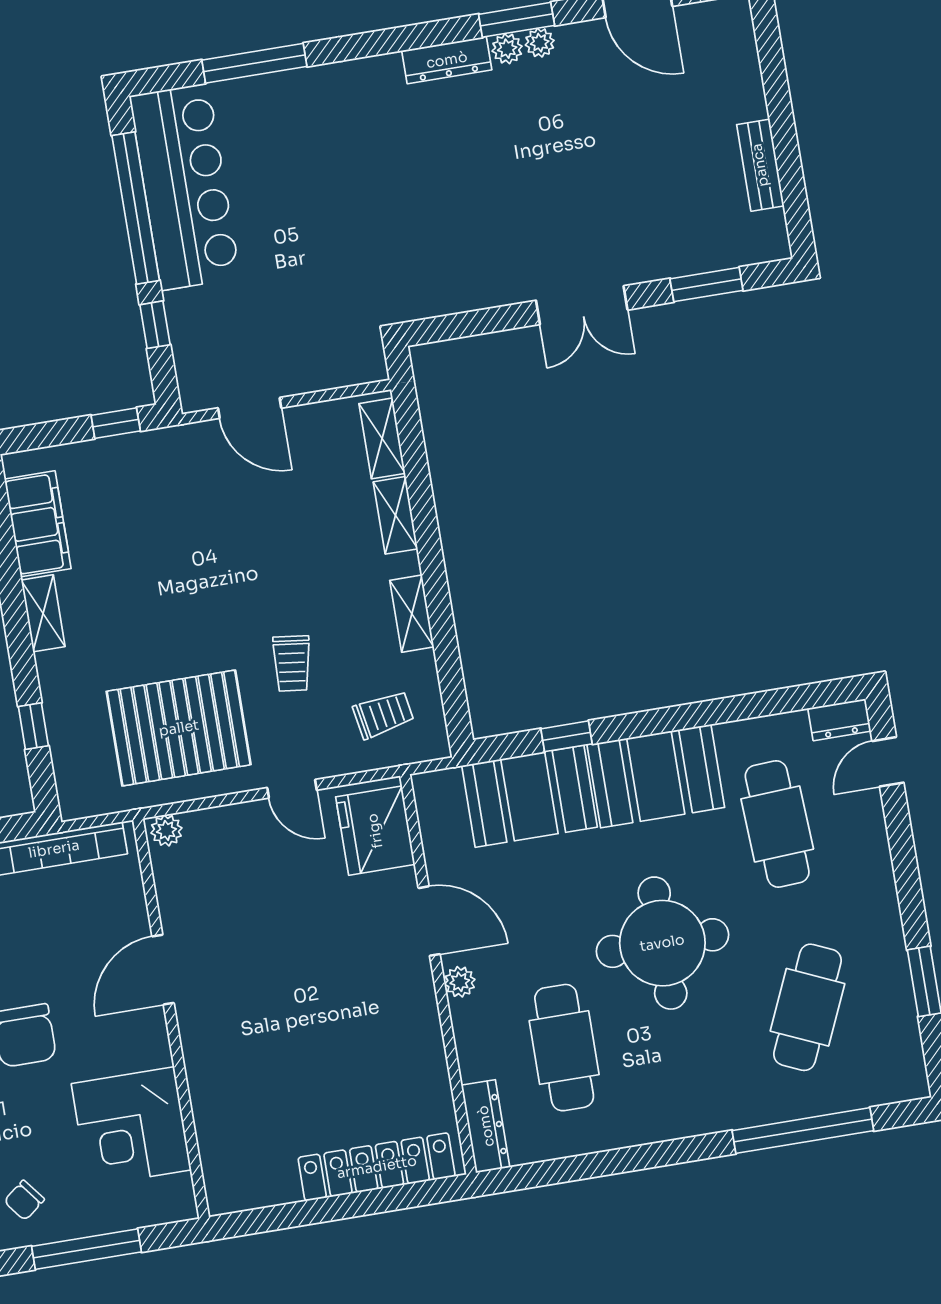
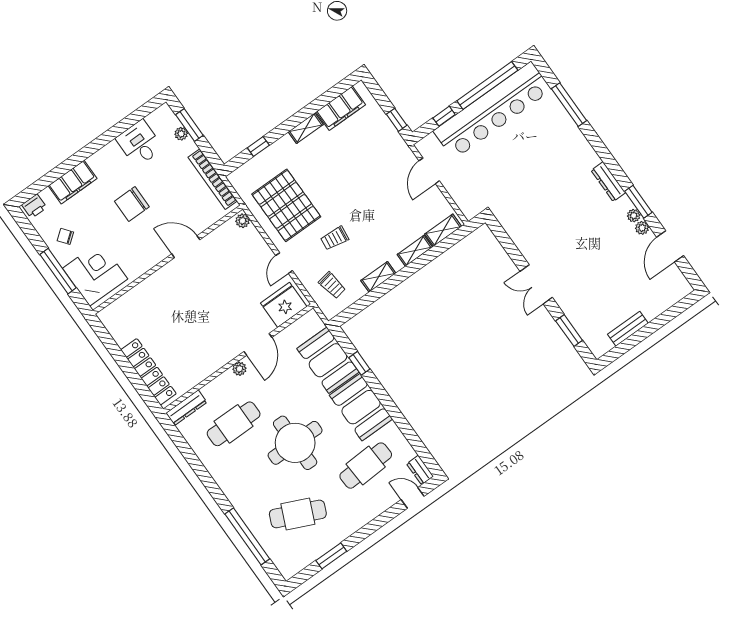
plant: (507, 49) -> (642, 228), moved
bar counter: (185, 187) -> (492, 110), width x1.36
corner desk: (131, 1127) -> (95, 274), moved, turned 90

